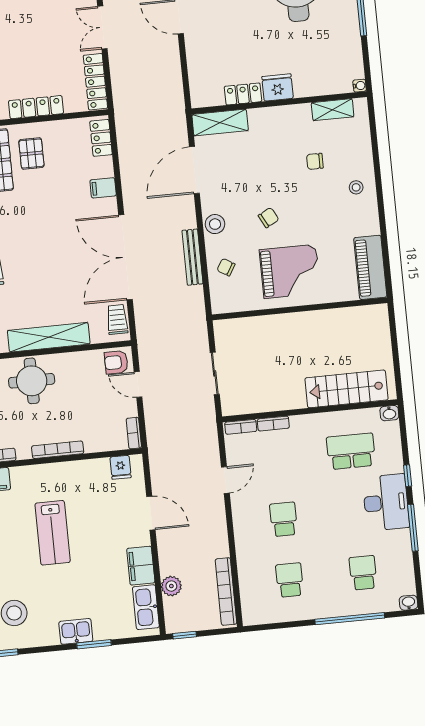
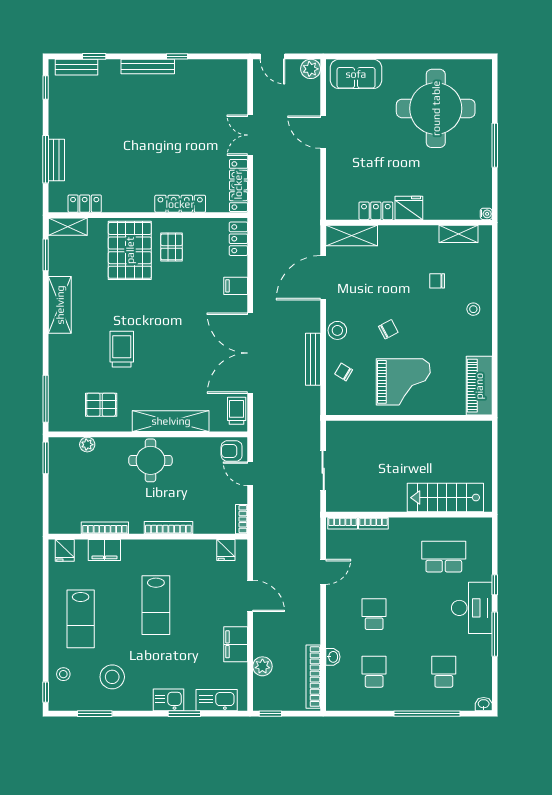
washbasin: (389, 413) -> (333, 657), moved, turned -90
kitchen sink: (146, 607) -> (217, 700), moved, turned 90

